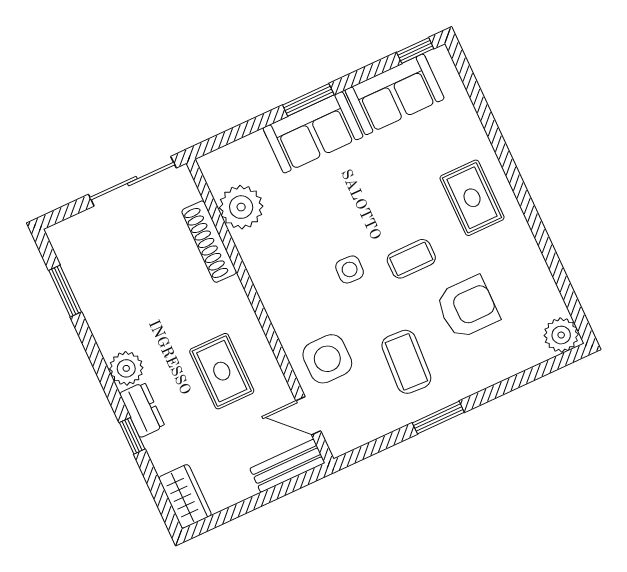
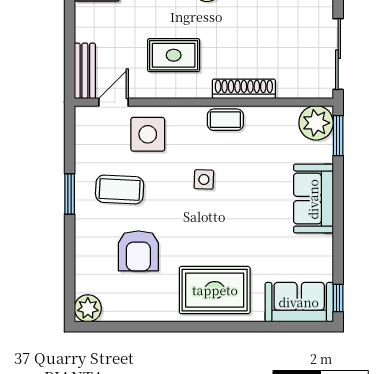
sofa: (395, 94) -> (299, 302), moved, turned 90
window: (308, 100) -> (338, 136), moved
rug: (472, 198) -> (215, 290), width x1.36, depth x1.43
plant: (241, 207) -> (316, 123), moved
shoe rack: (209, 242) -> (244, 89), moved
coffee table: (411, 259) -> (225, 120), moved, turned 90

